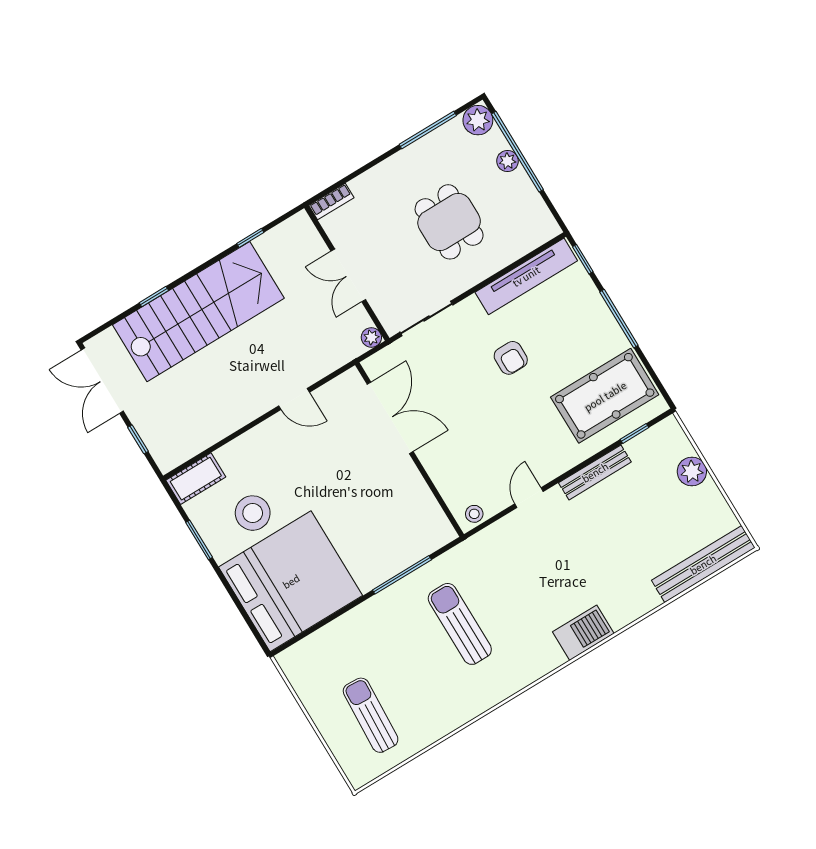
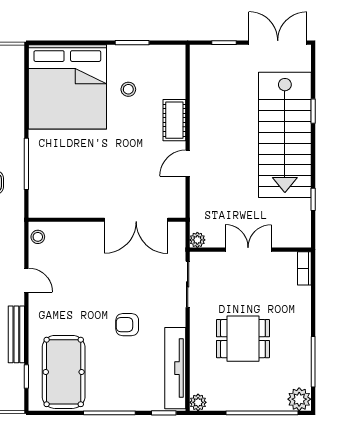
plant: (508, 161) -> (198, 402), moved
cot: (196, 479) -> (174, 120), moved
stool: (253, 513) -> (128, 89), width x0.53, depth x0.53

